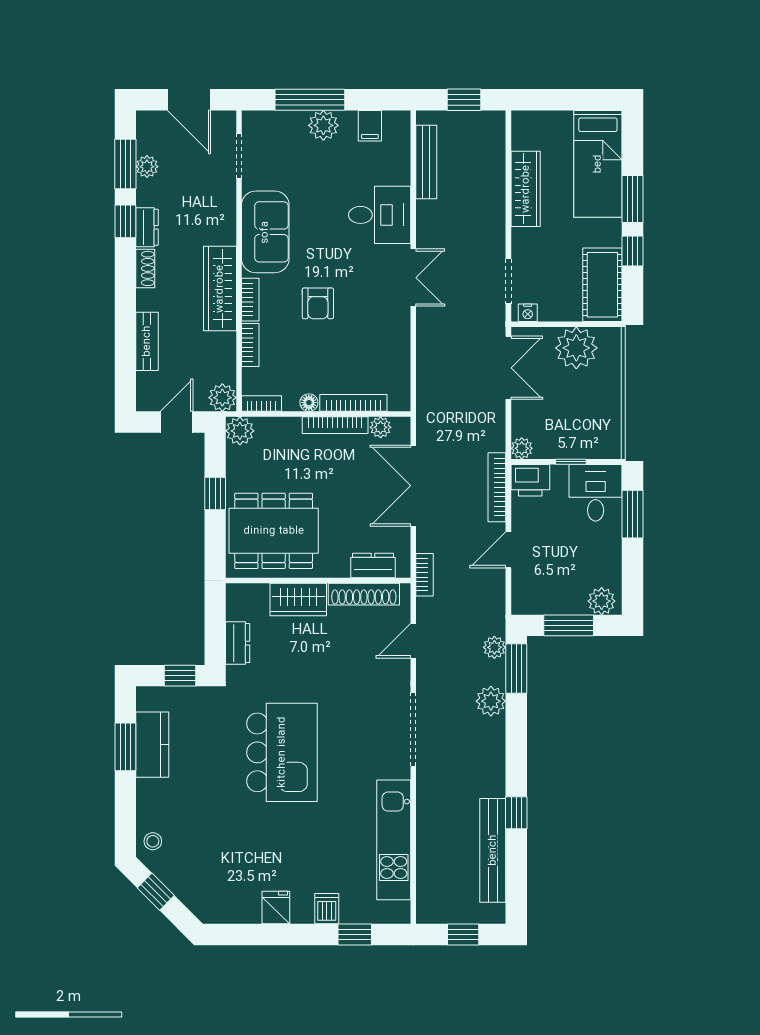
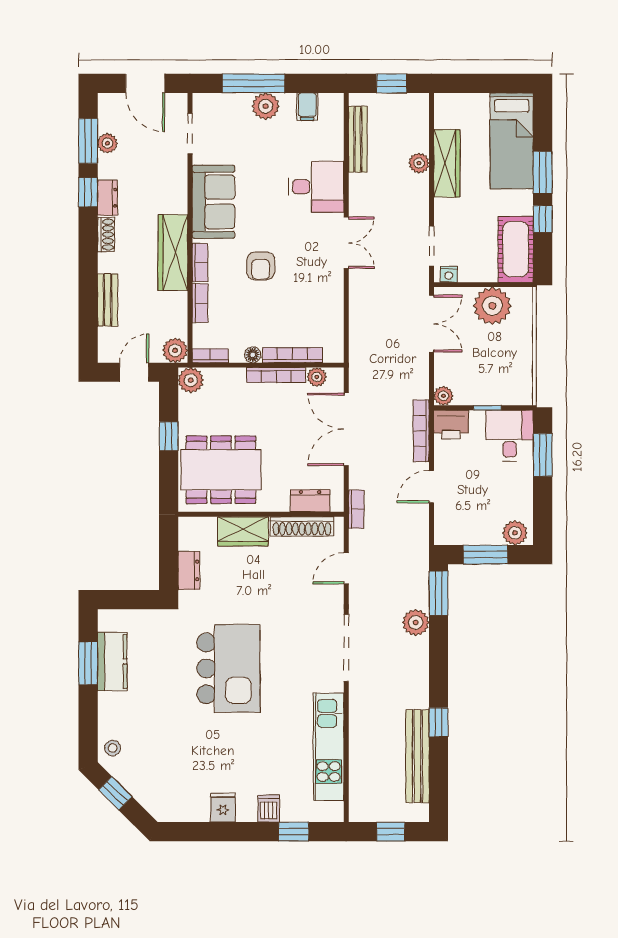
plant: (494, 647) -> (419, 163), moved
window: (180, 676) -> (137, 600), removed

